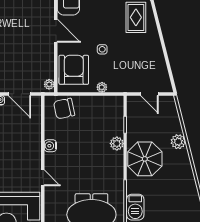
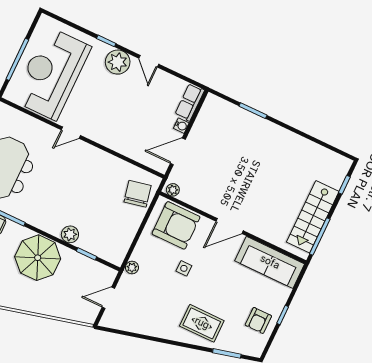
plant: (102, 87) -> (132, 267), moved
plant: (178, 142) -> (39, 305), removed
water cooler: (50, 146) -> (103, 158), removed

